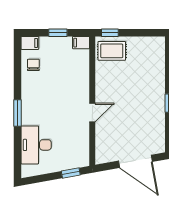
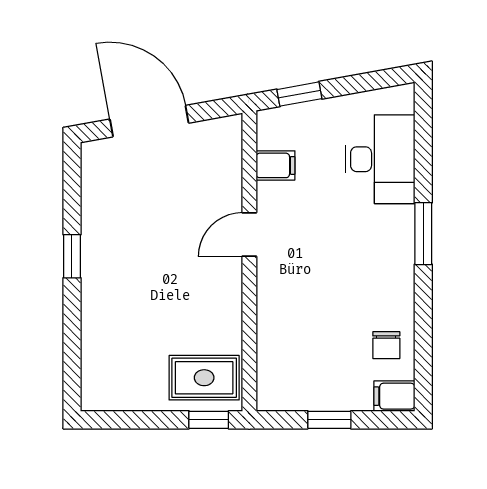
filing cabinet: (81, 43) -> (276, 165), moved

